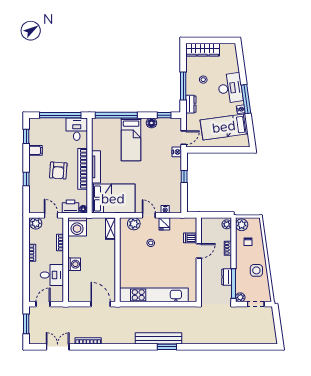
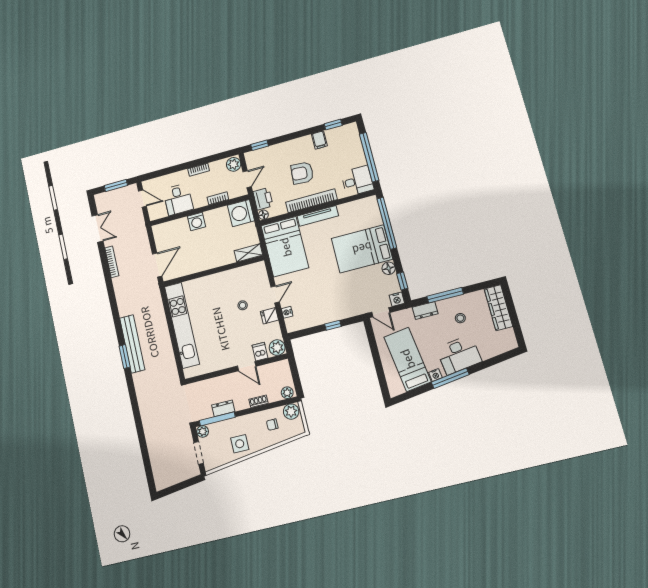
bed: (131, 139) -> (362, 249), width x1.50
nightstand: (177, 152) -> (397, 299), moved
window: (26, 179) -> (260, 145), moved
plant: (134, 224) -> (277, 348), moved

